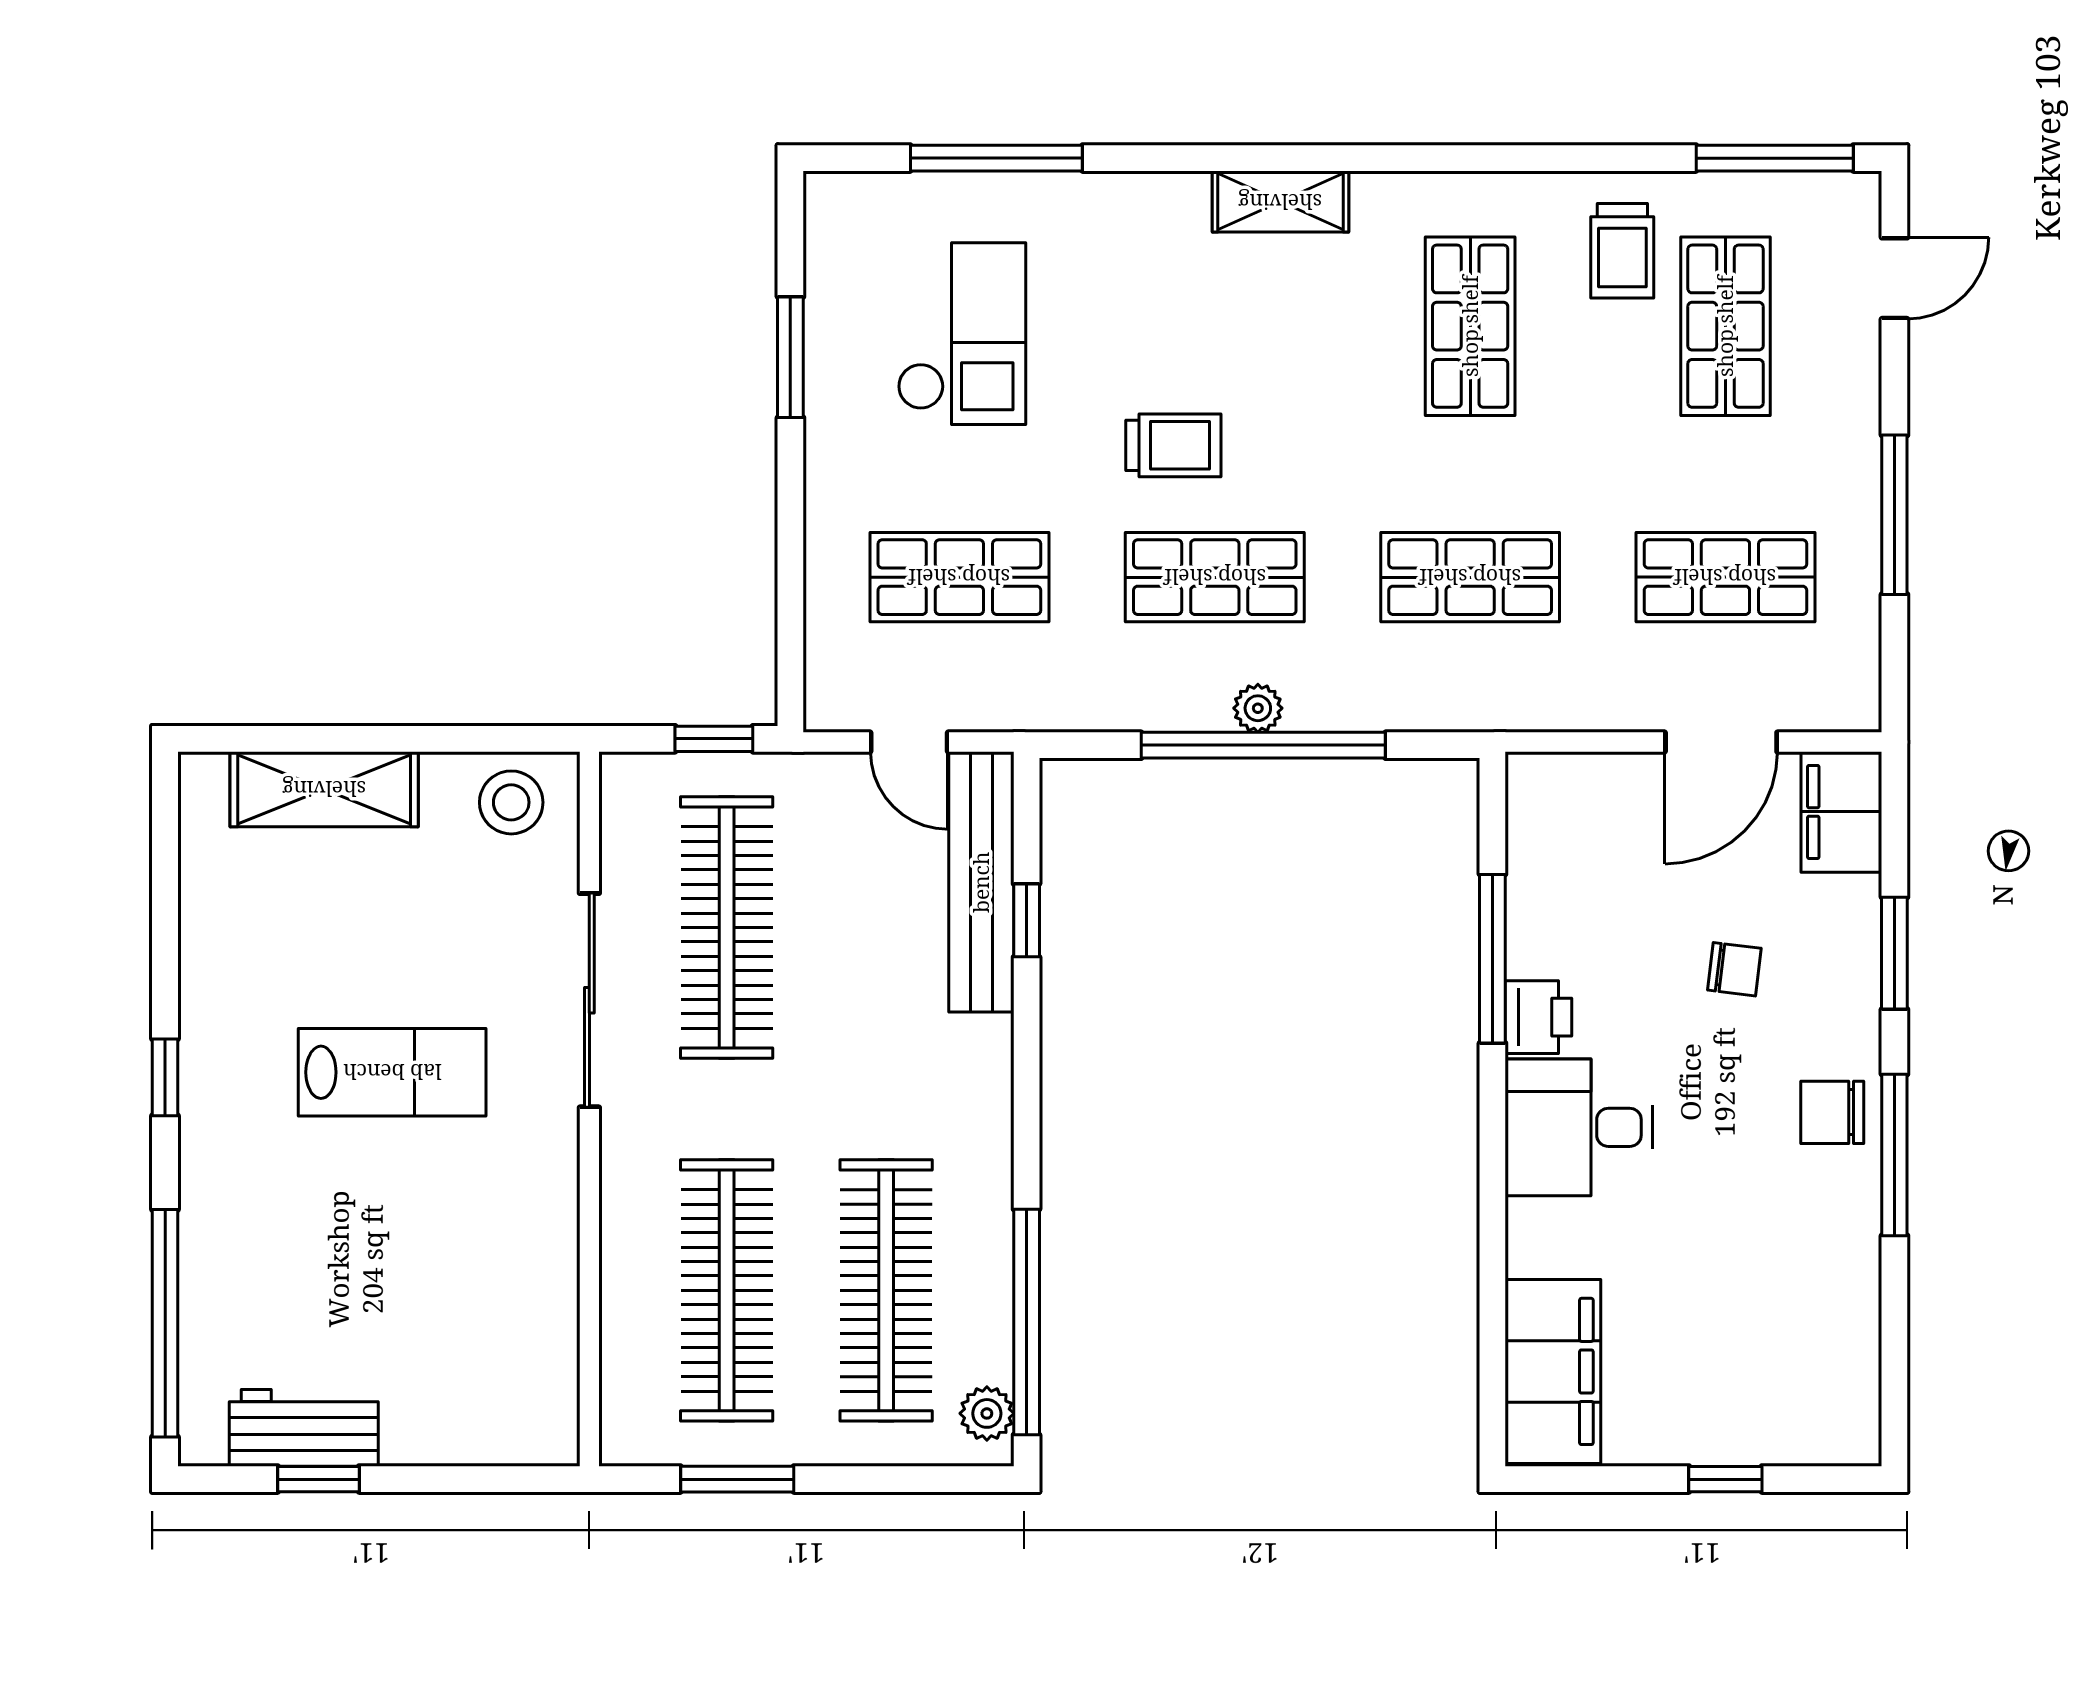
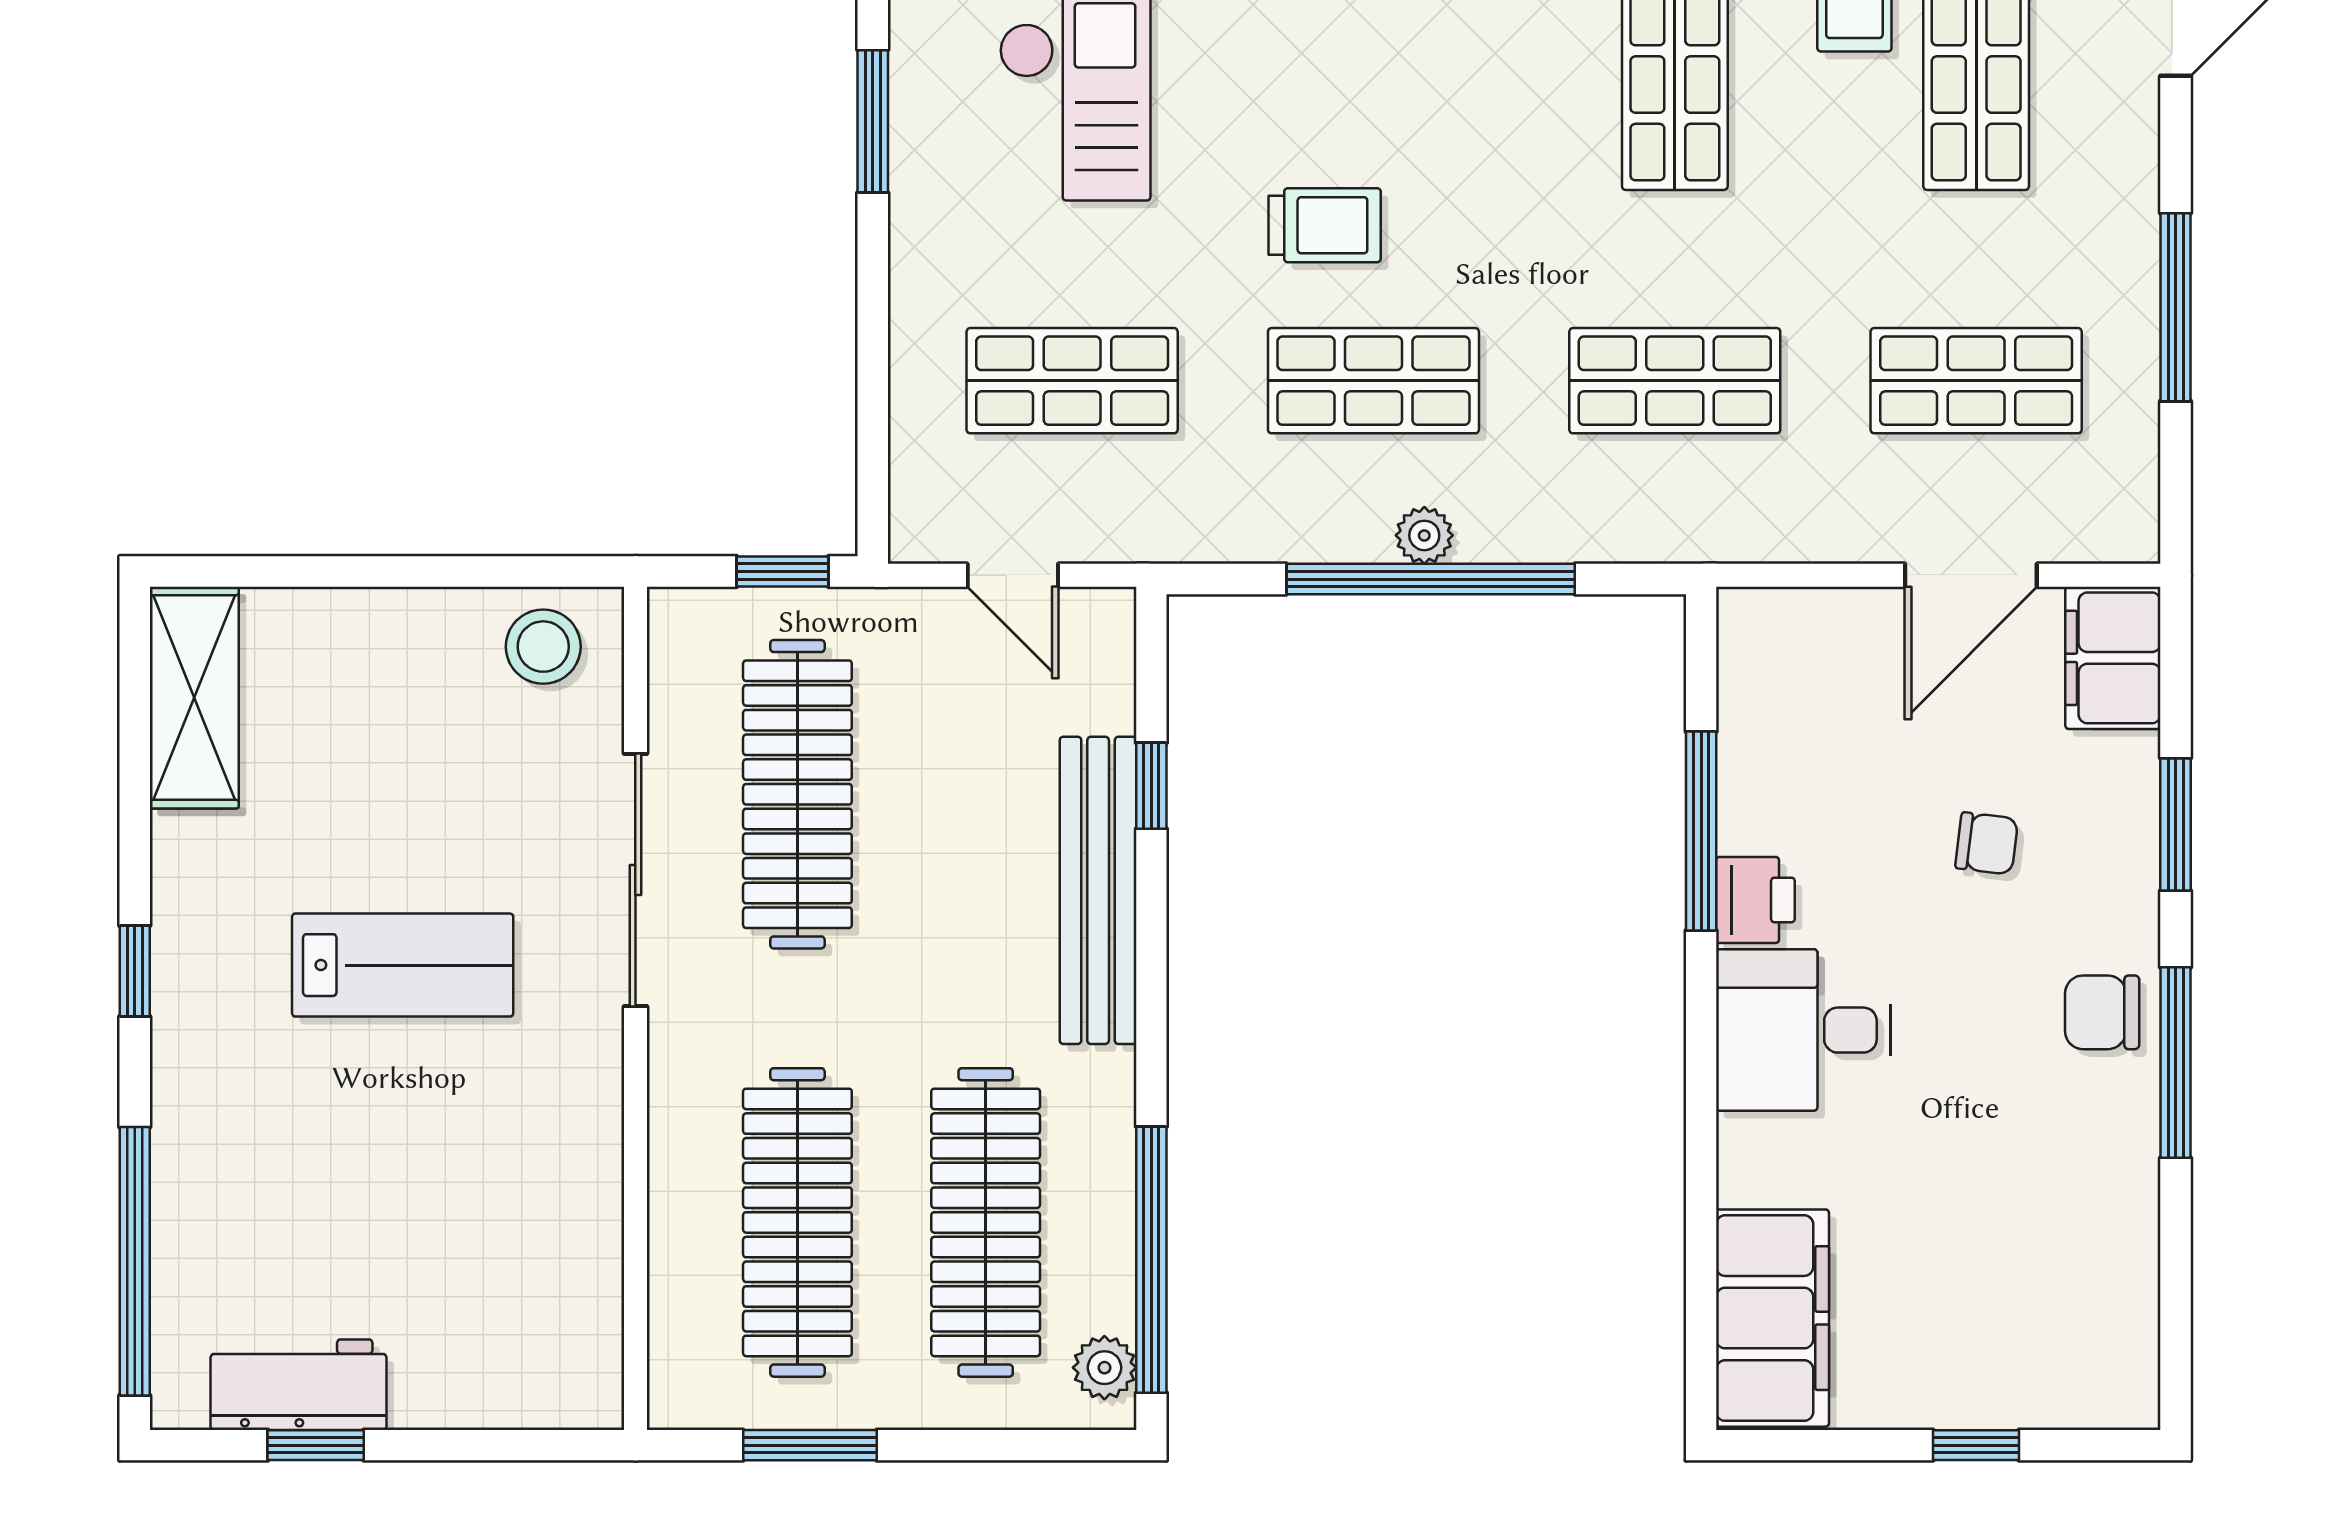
shelving: (324, 789) -> (194, 698), moved, turned 90
bench: (981, 882) -> (1098, 890), moved

